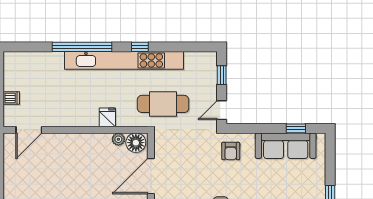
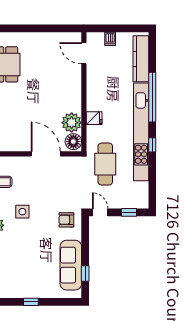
kitchen counter: (35, 61) -> (141, 59), added
plant: (118, 139) -> (72, 123), width x1.88, depth x1.88

